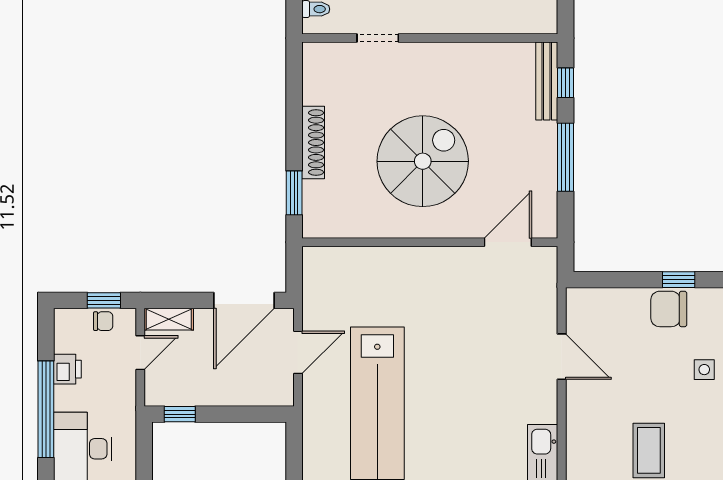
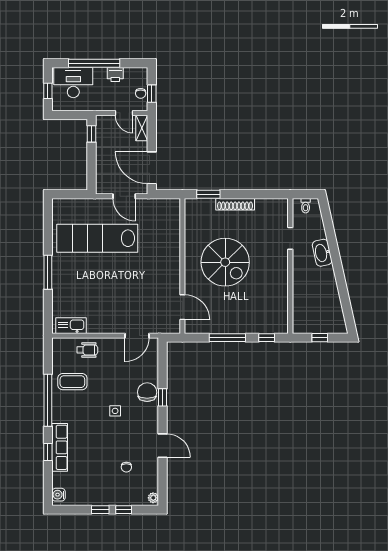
bench: (547, 81) -> (268, 328), removed
door: (562, 357) -> (137, 336), moved
wheelchair: (589, 422) -> (87, 350), added

